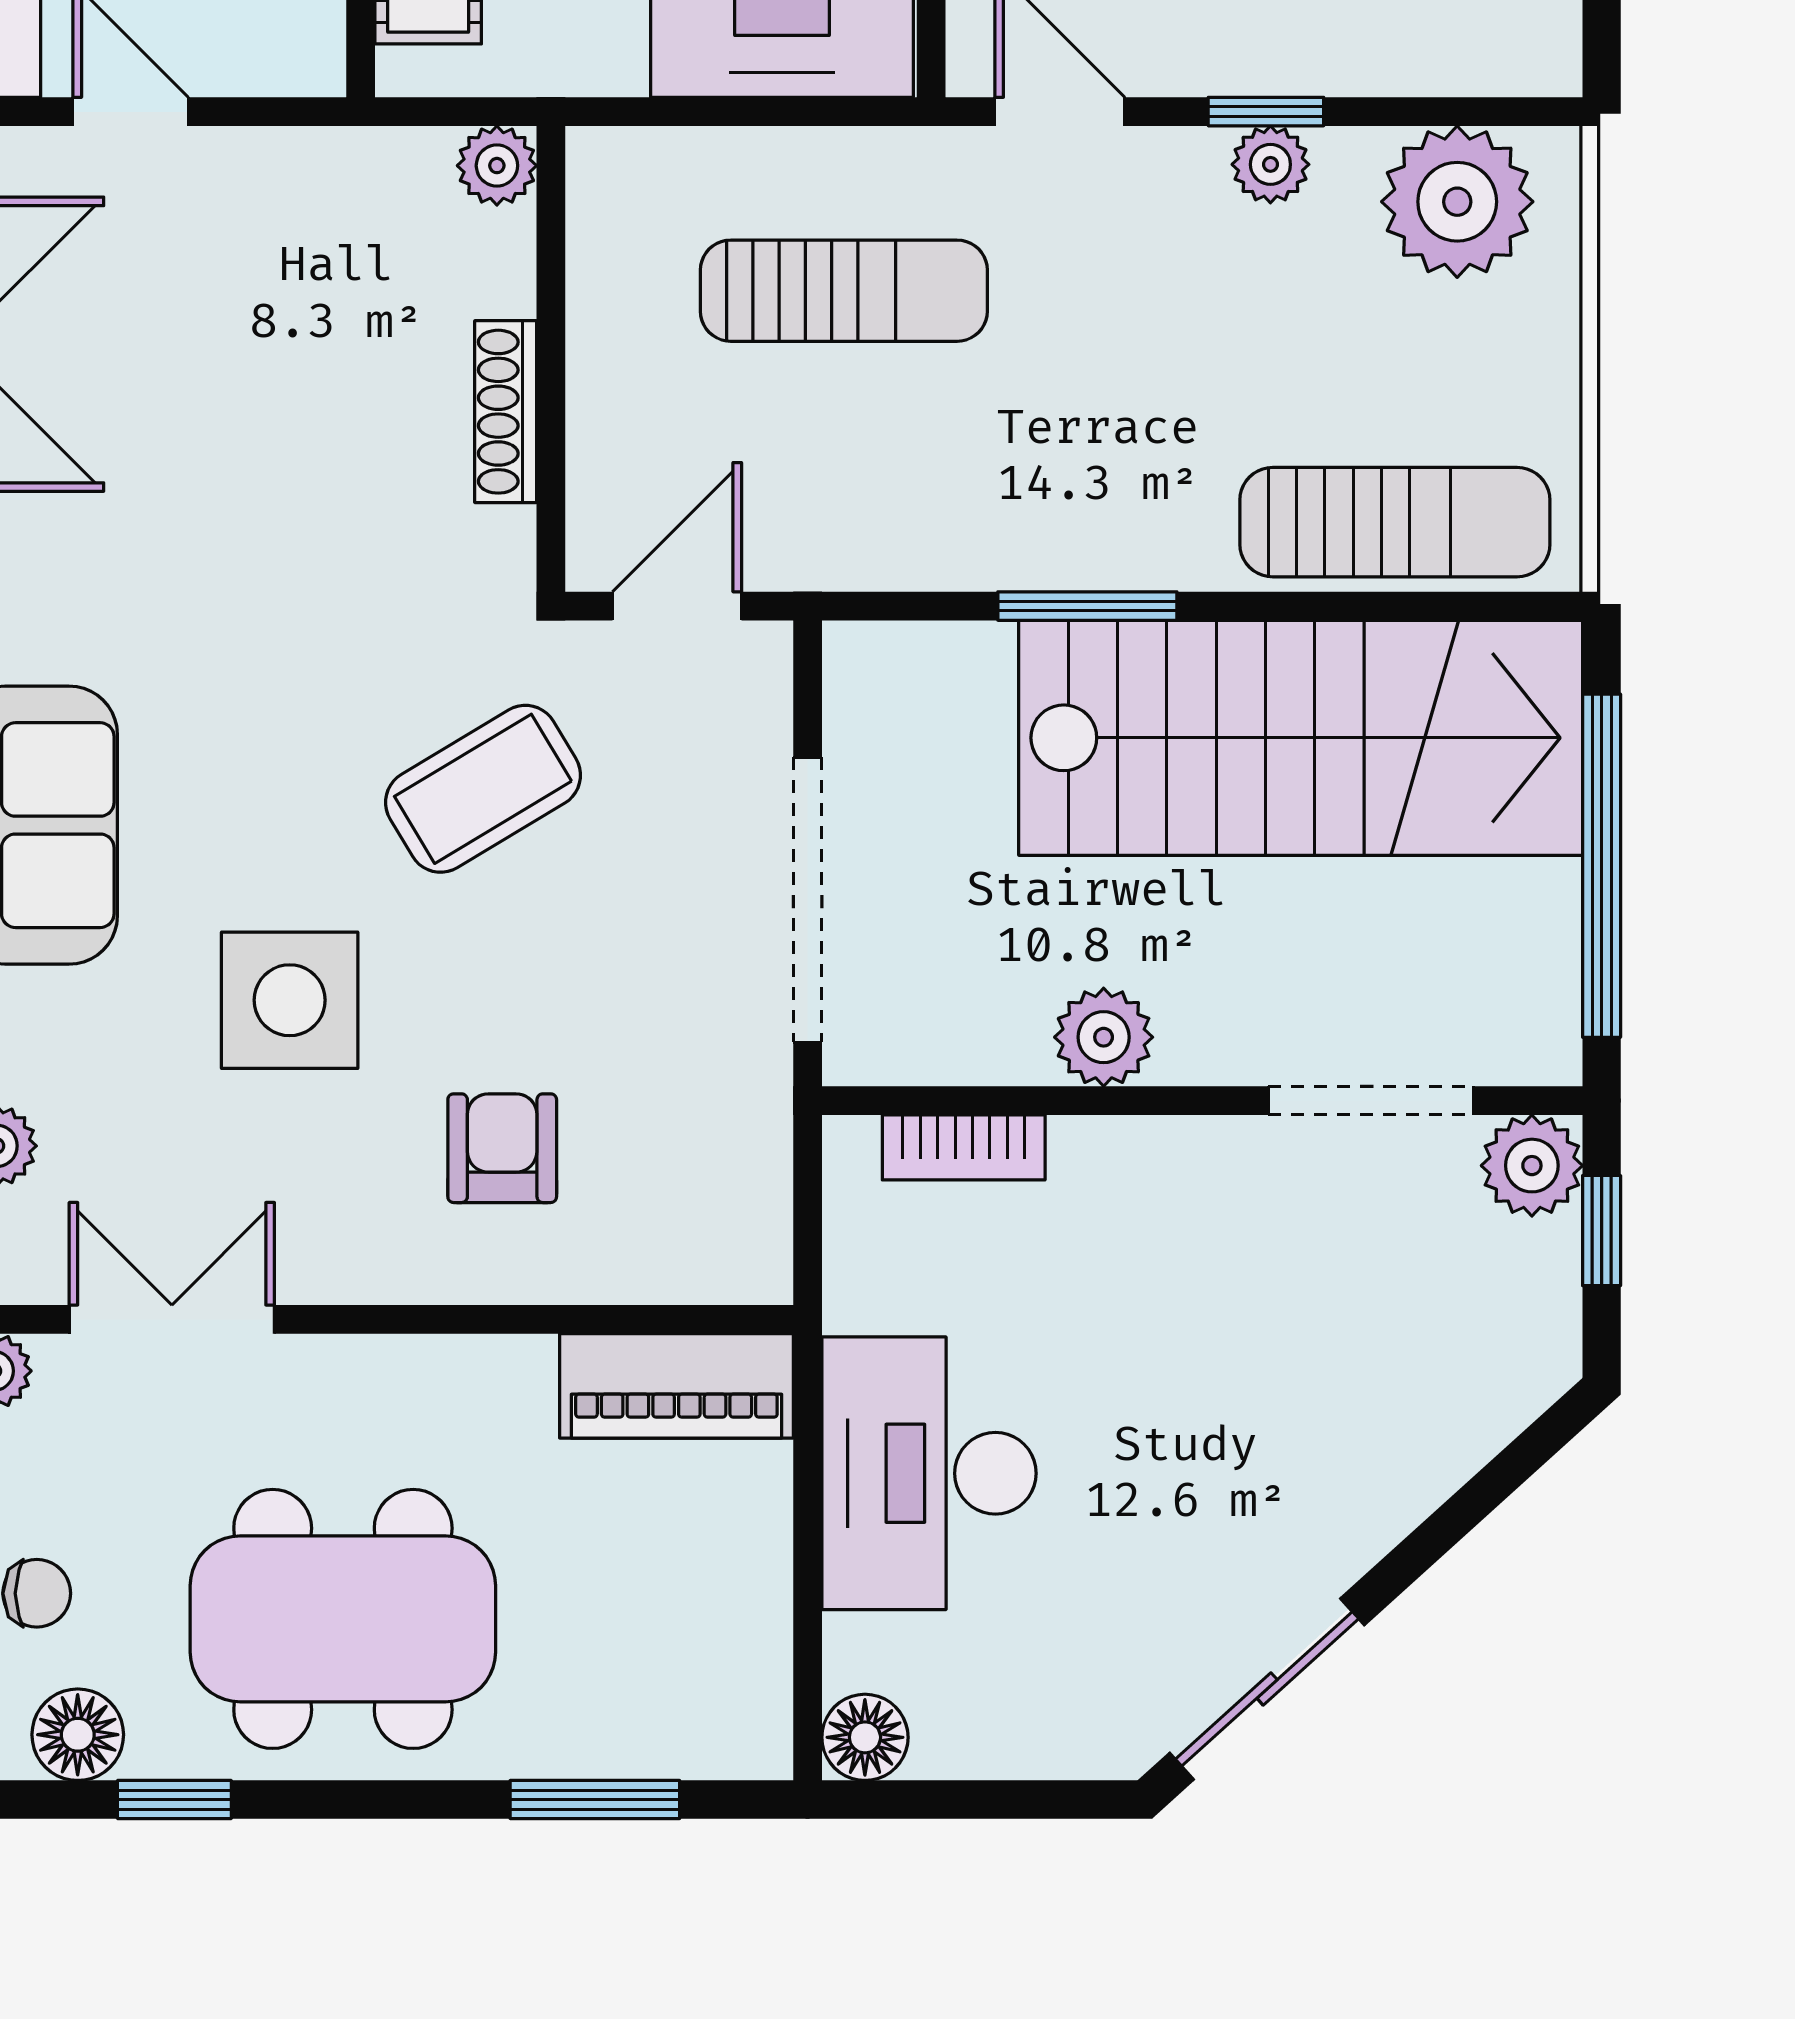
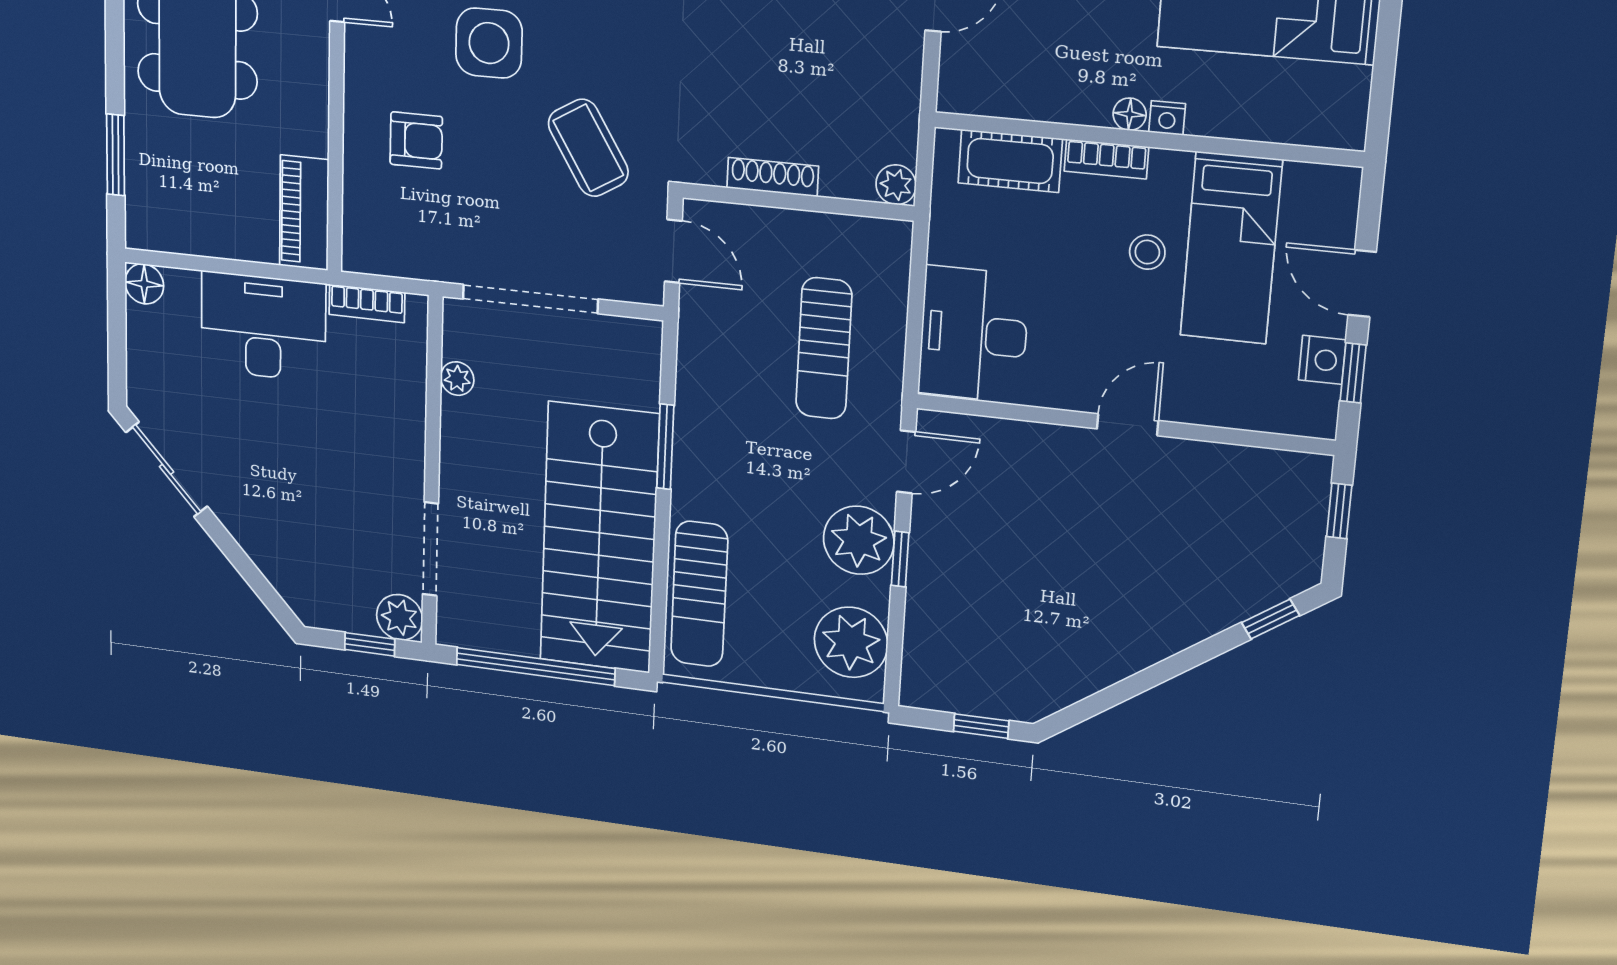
plant: (1270, 164) -> (859, 540), width x1.87, depth x1.87
plant: (1104, 1037) -> (457, 379), moved, width x0.73, depth x0.73
bookcase: (964, 1147) -> (367, 303), moved, turned -90

